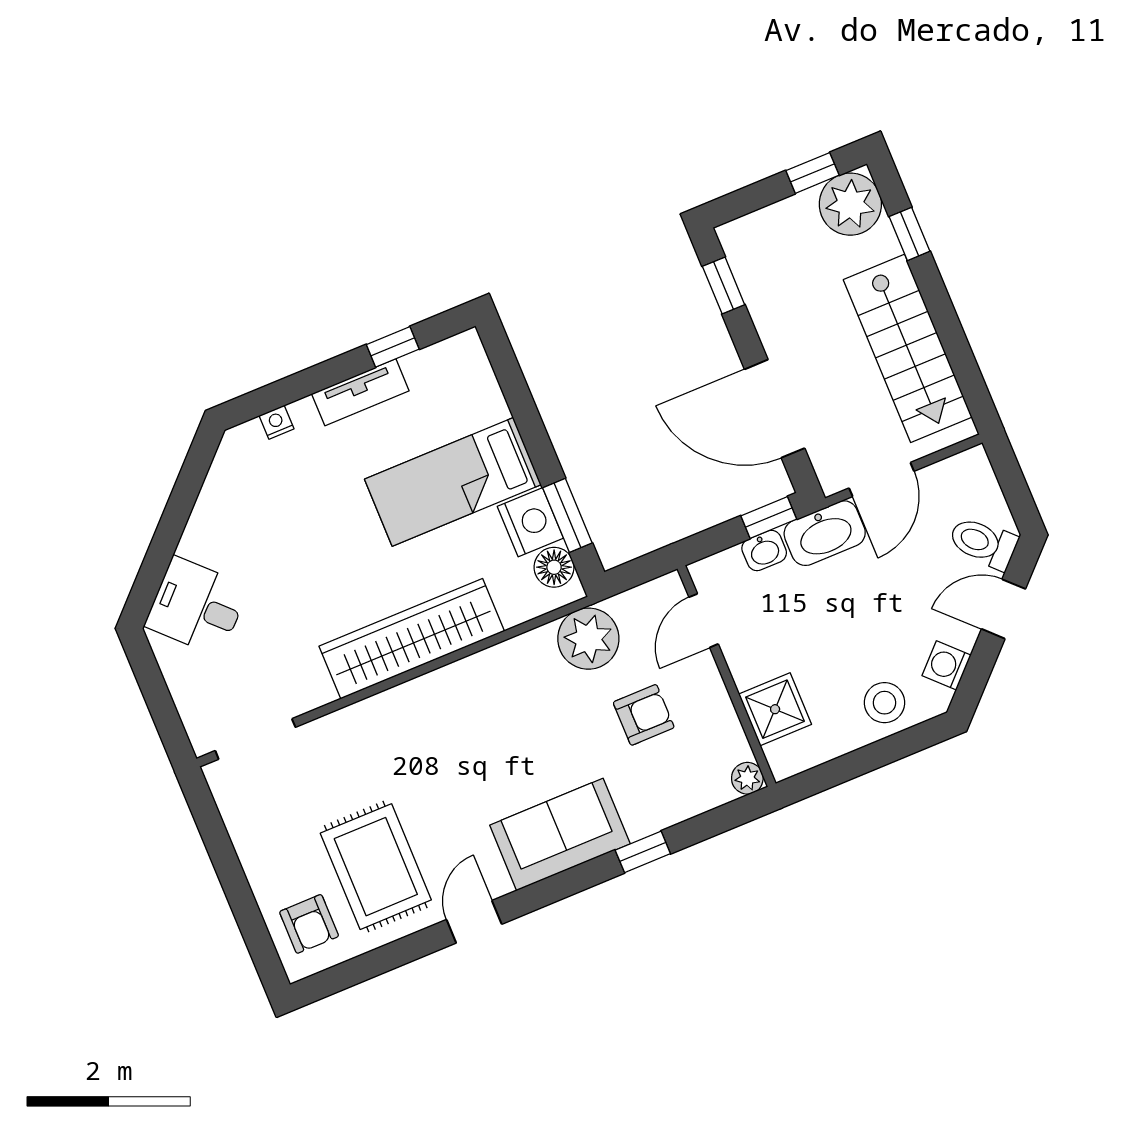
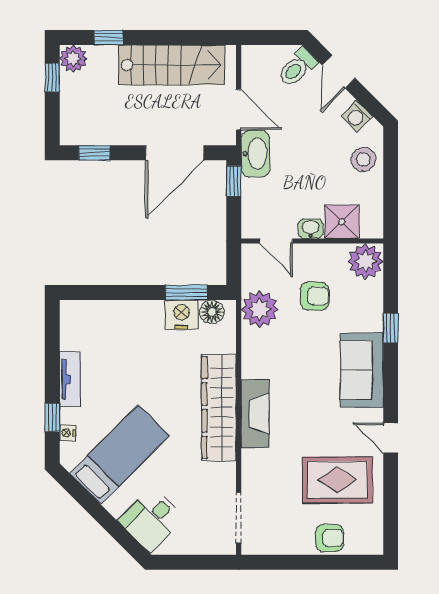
plant: (850, 204) -> (73, 59), width x0.73, depth x0.73
window: (393, 347) -> (52, 417), moved
bed: (453, 482) -> (119, 455), moved, turned -135
washbasin: (764, 551) -> (311, 229), moved, turned -90
fireplace: (425, 698) -> (255, 414), added
armchair: (644, 715) -> (315, 296), turned 90
plant: (747, 778) -> (365, 261), width x1.88, depth x1.88
armchair: (309, 924) -> (330, 538), moved

